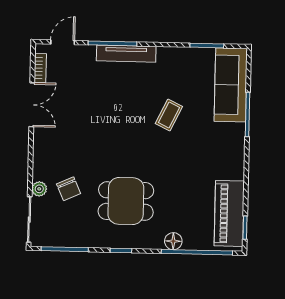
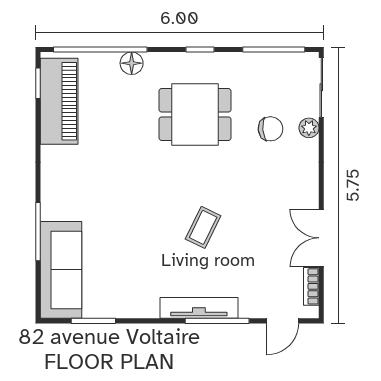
coffee table: (169, 115) -> (203, 227), moved
chair: (69, 189) -> (270, 129), turned 109

